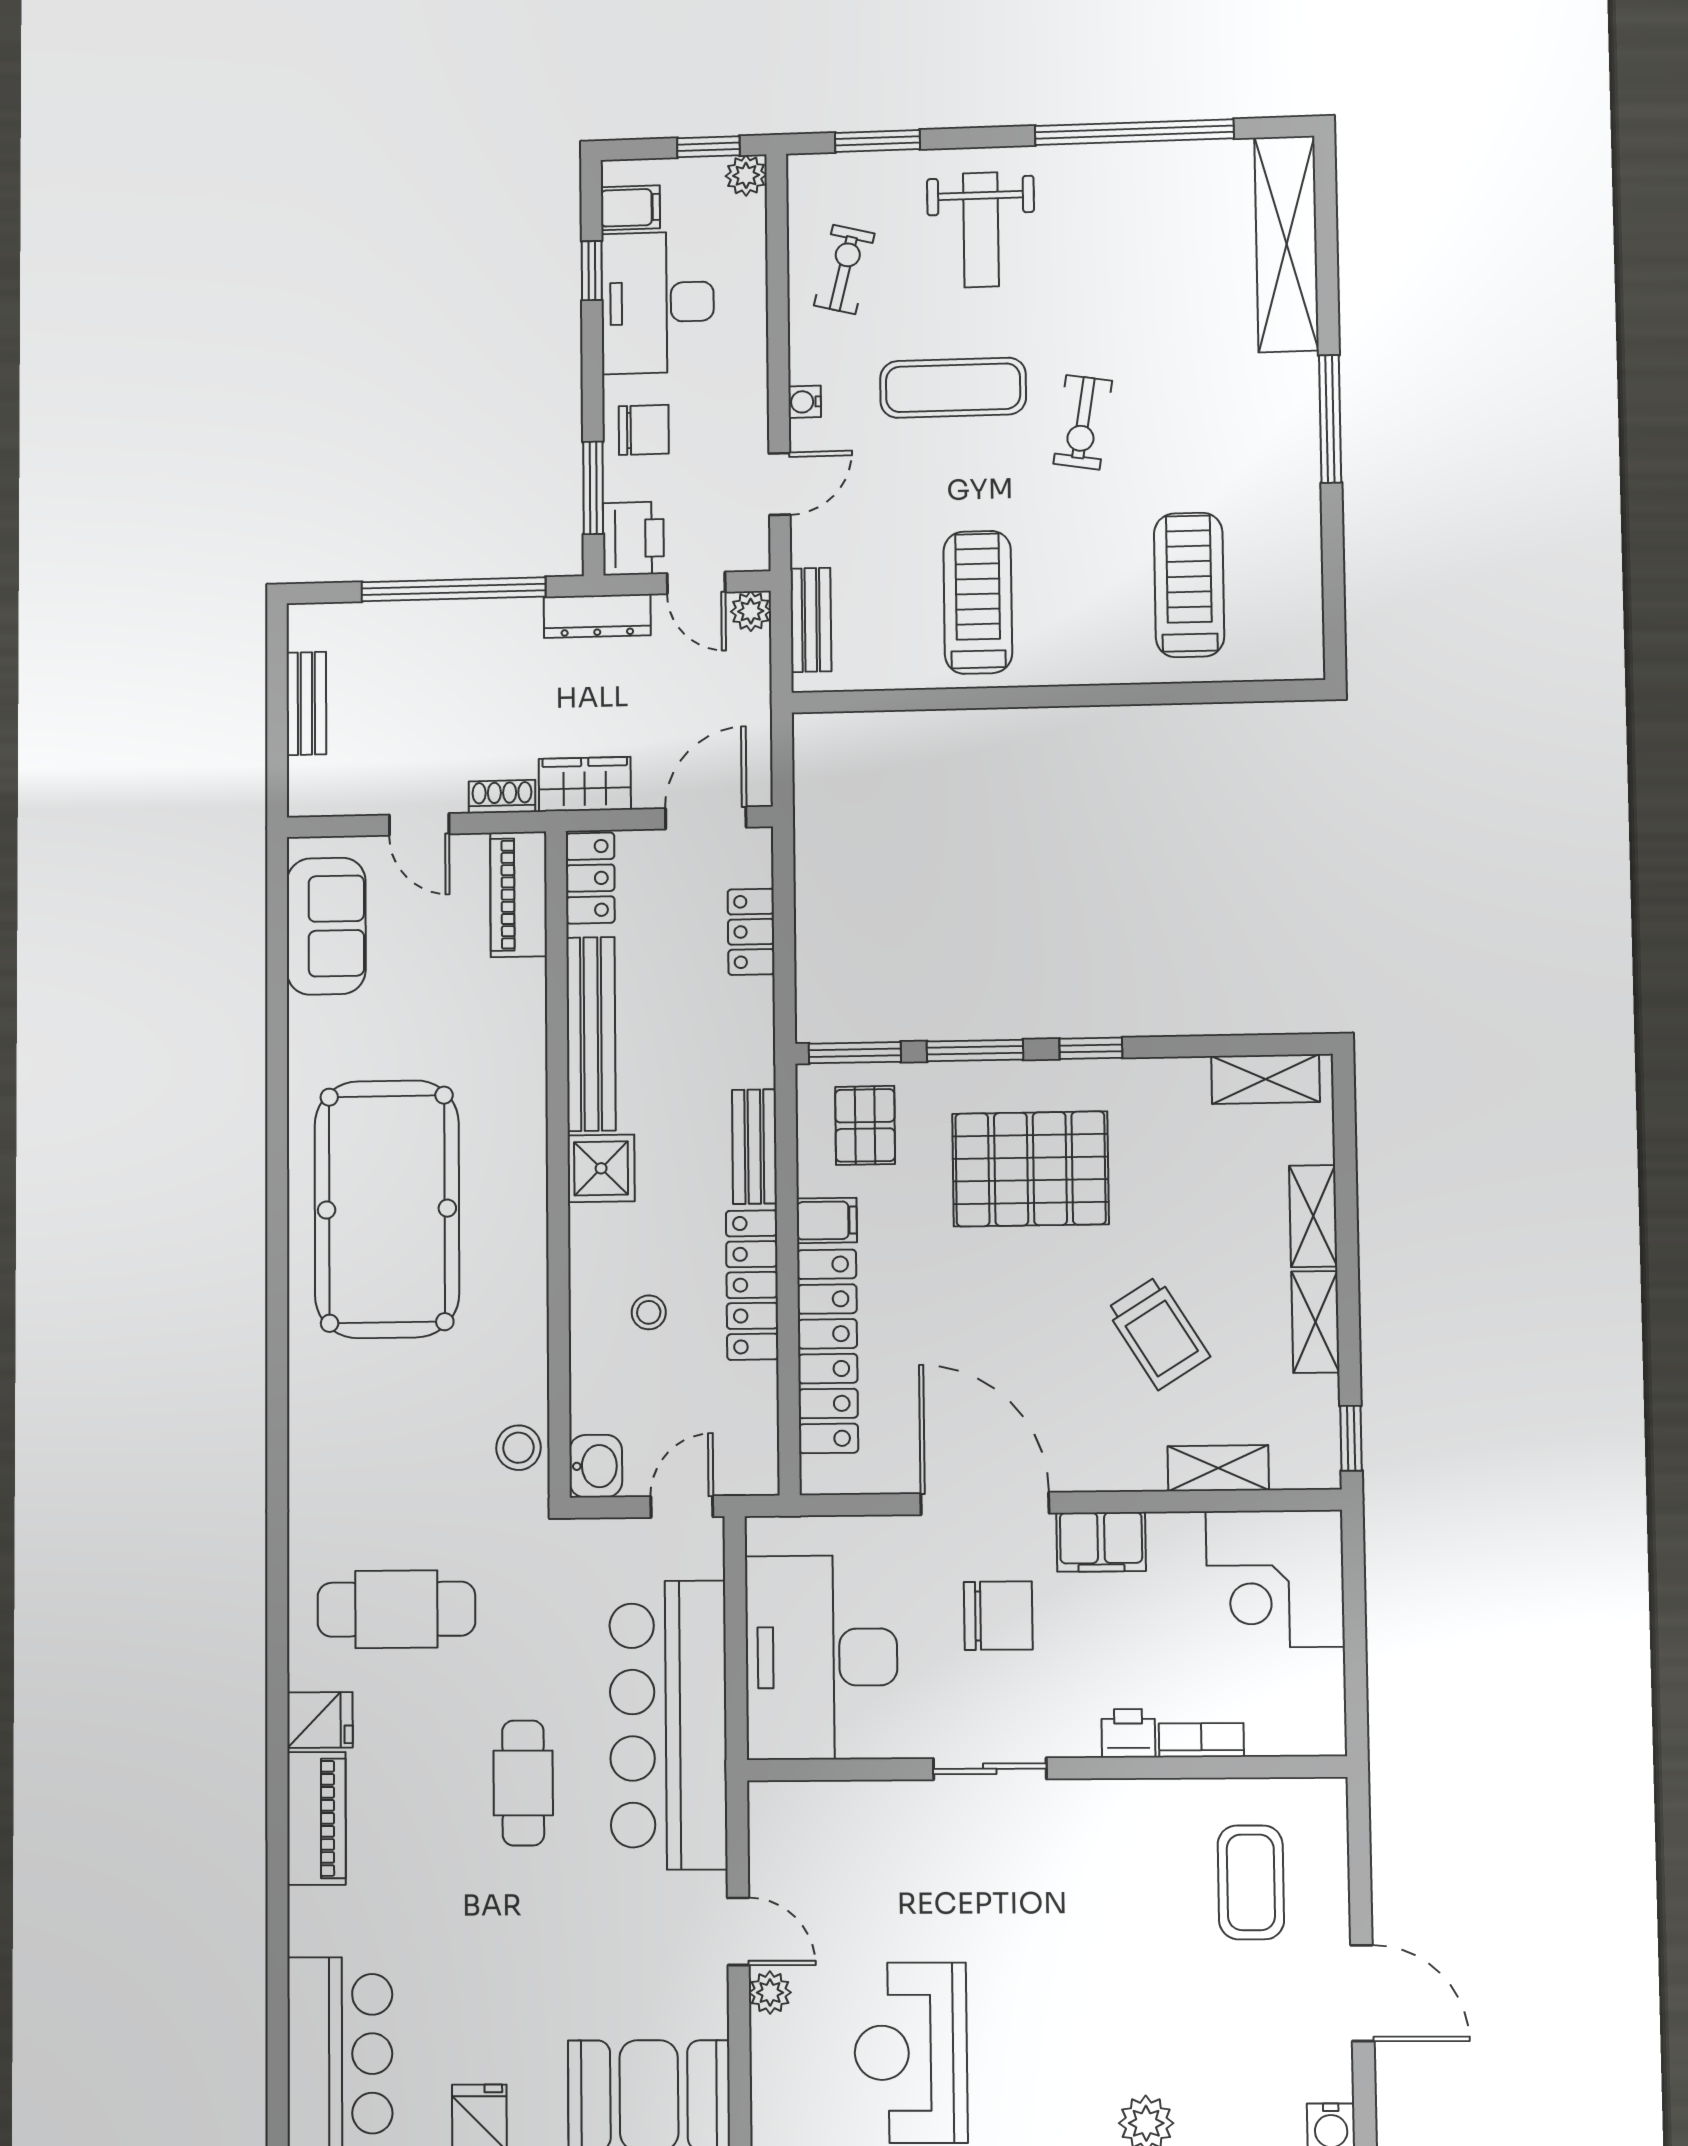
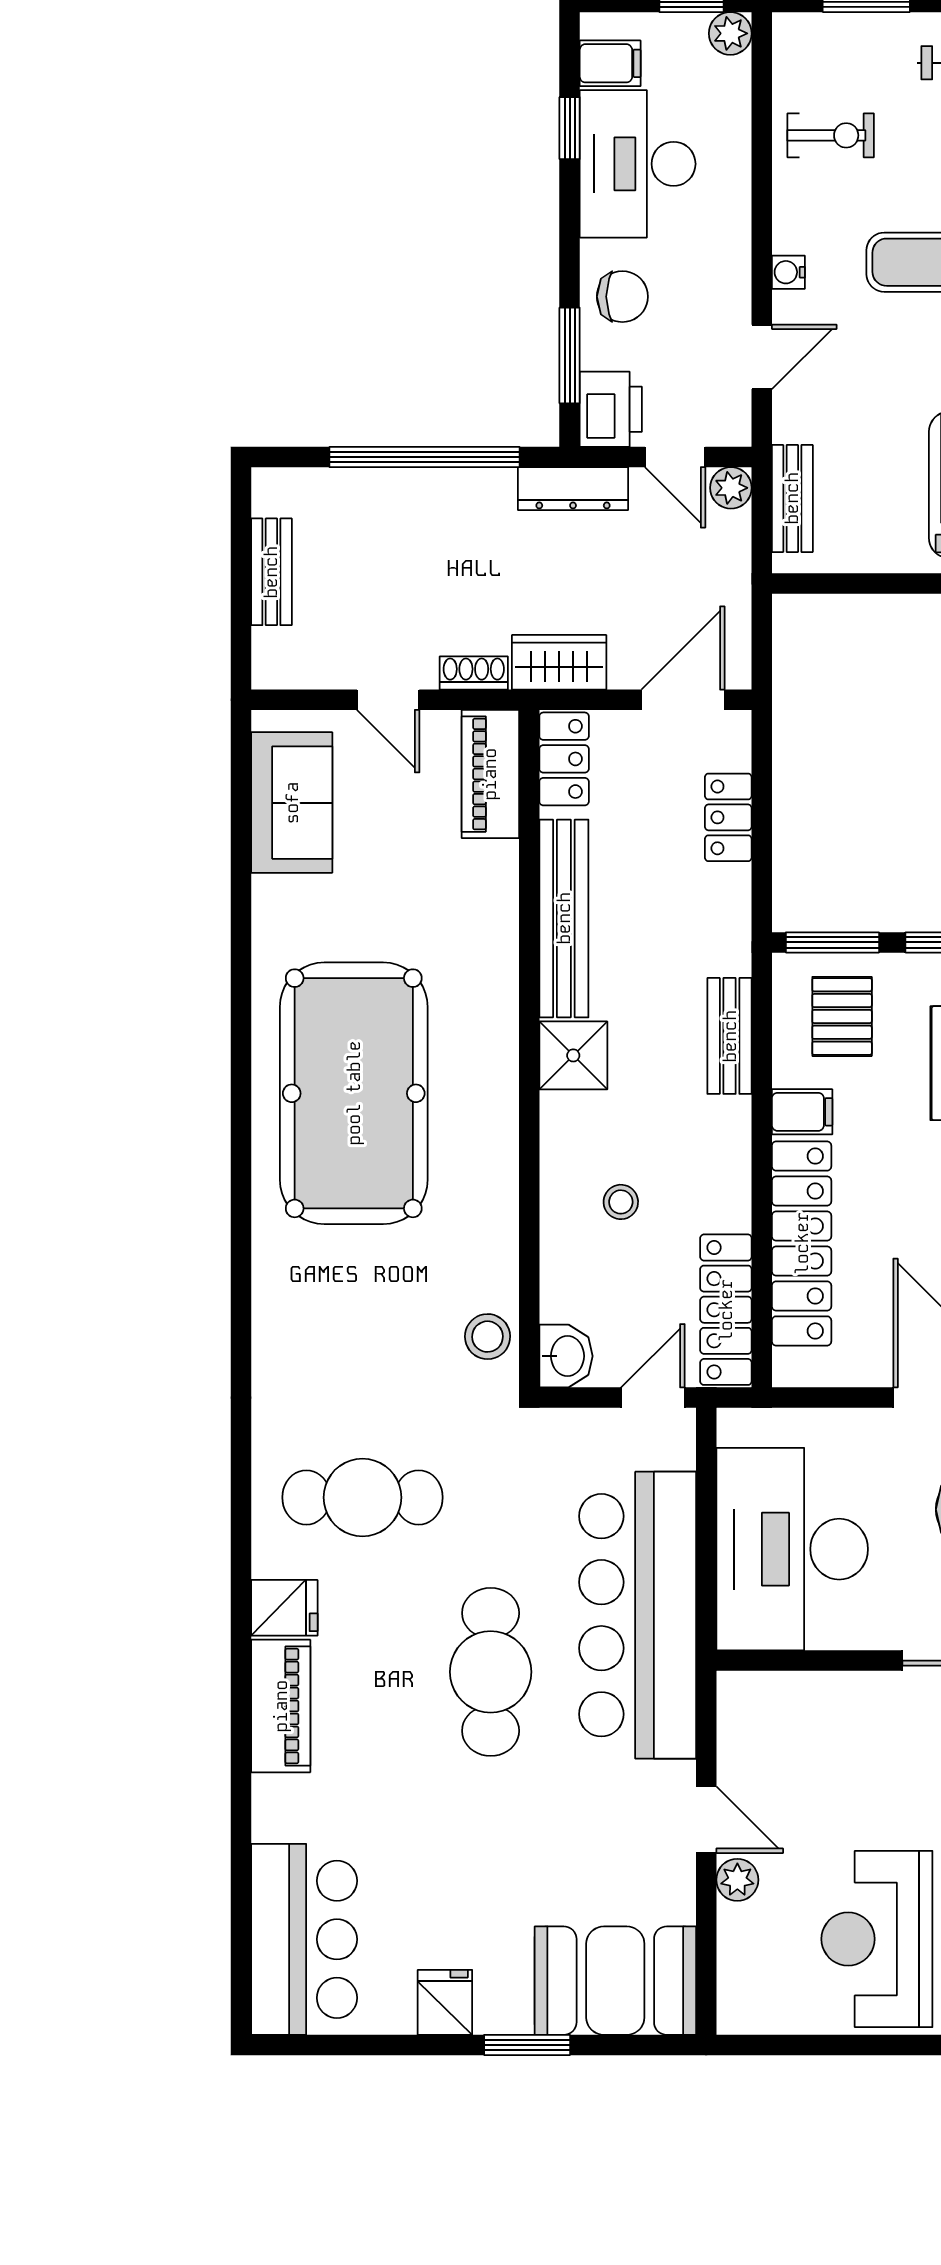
exercise bike: (844, 269) -> (831, 135), turned 76
locker: (752, 1285) -> (726, 1310), moved
cafe table: (523, 1783) -> (491, 1672), width x1.37, depth x1.35

